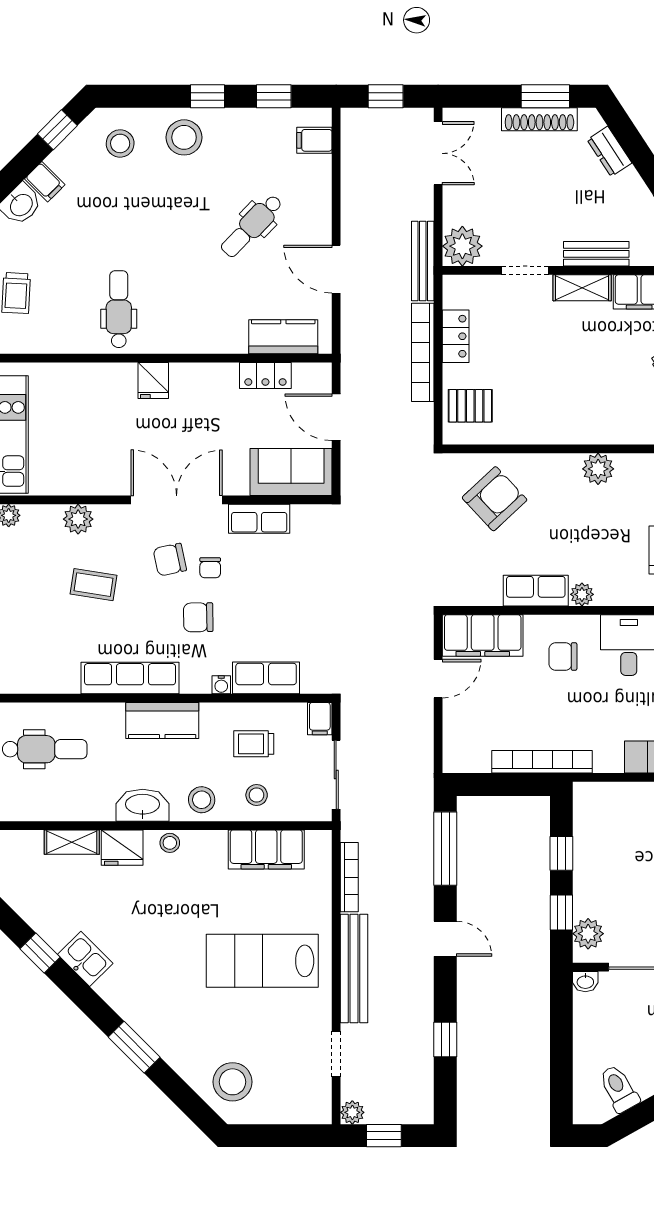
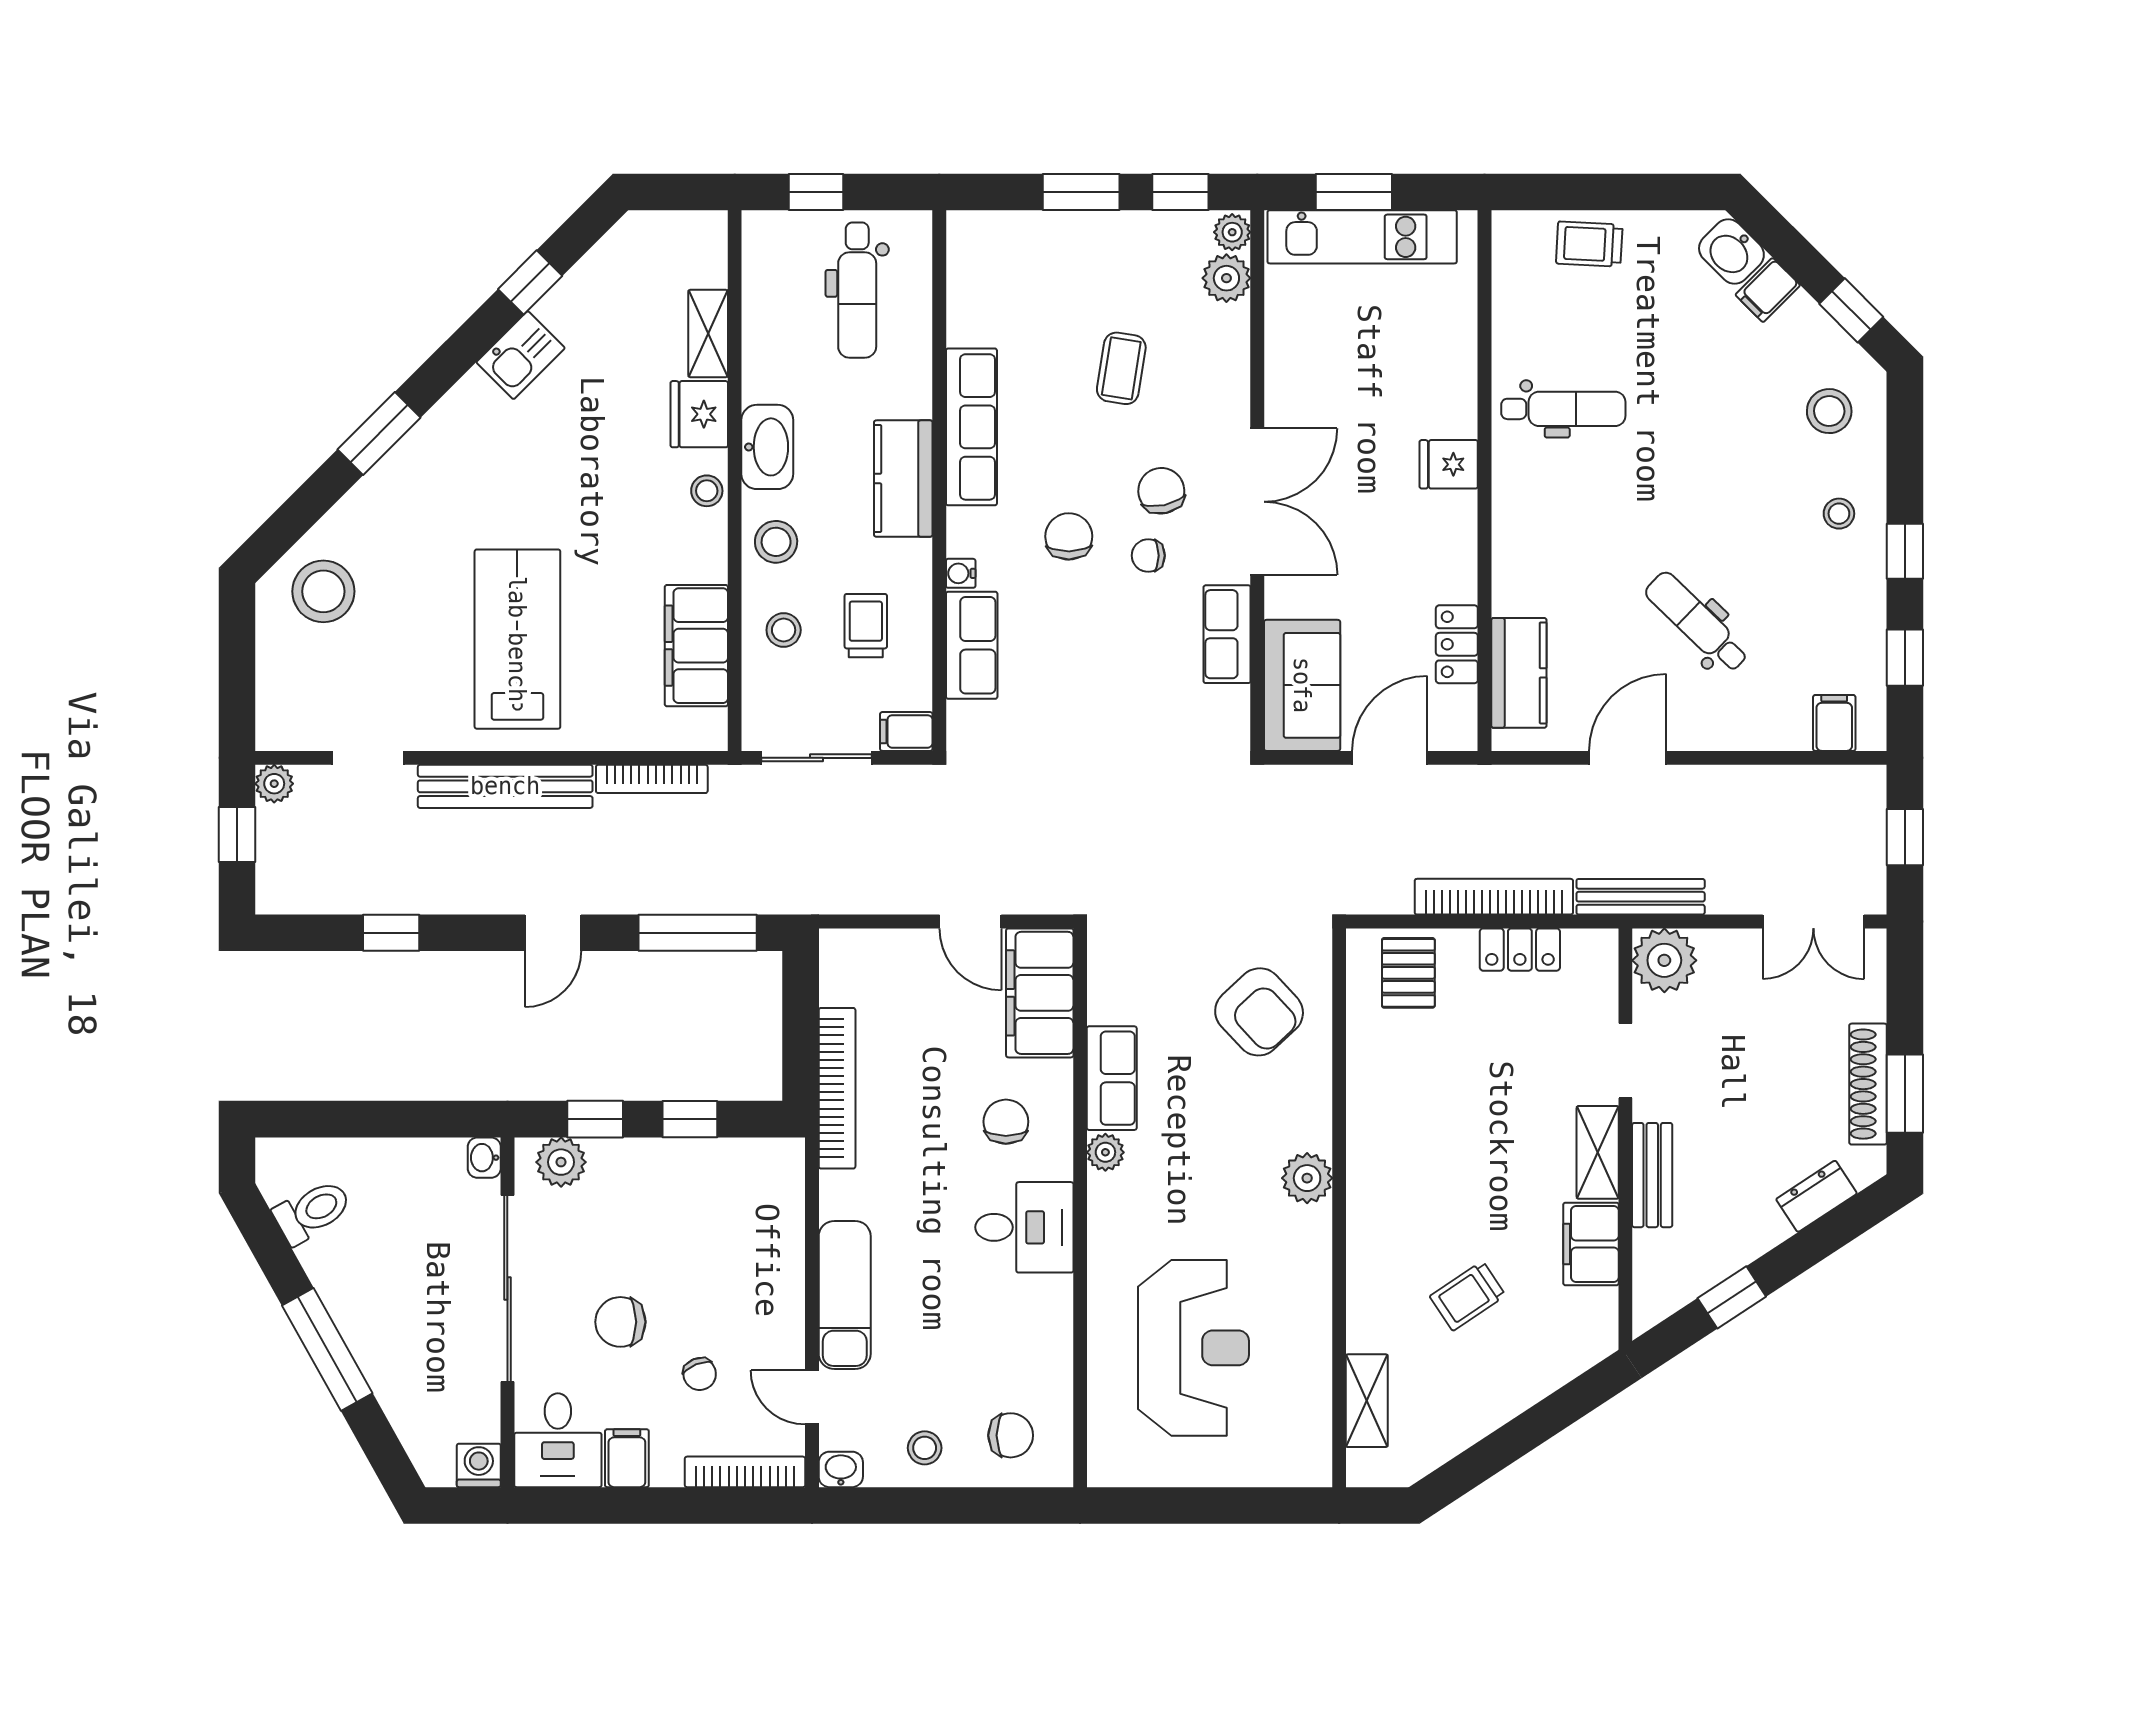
stool: (184, 137) -> (1839, 514), width x0.53, depth x0.53
plant: (78, 519) -> (1226, 278), moved

